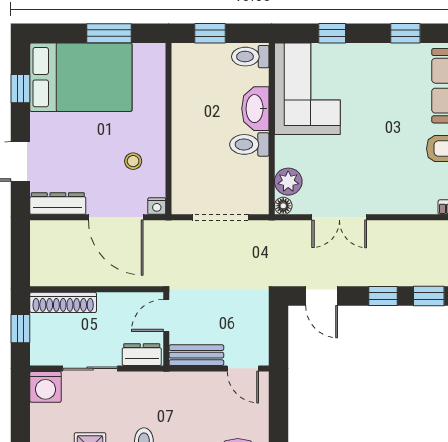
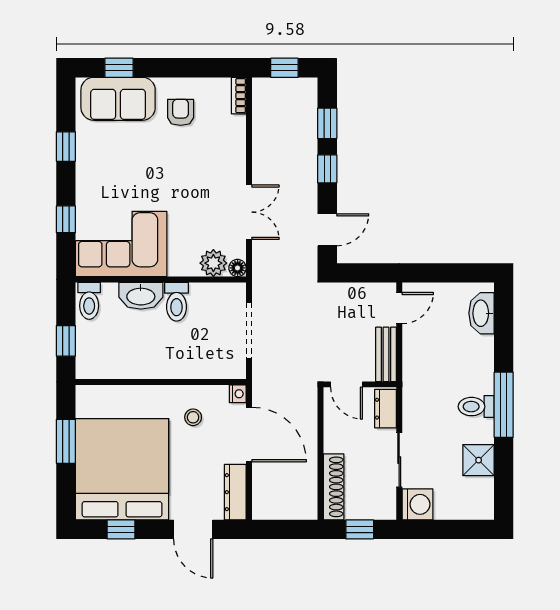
bed: (81, 77) -> (122, 469), width x1.36
door: (116, 217) -> (249, 435), hinge flipped

